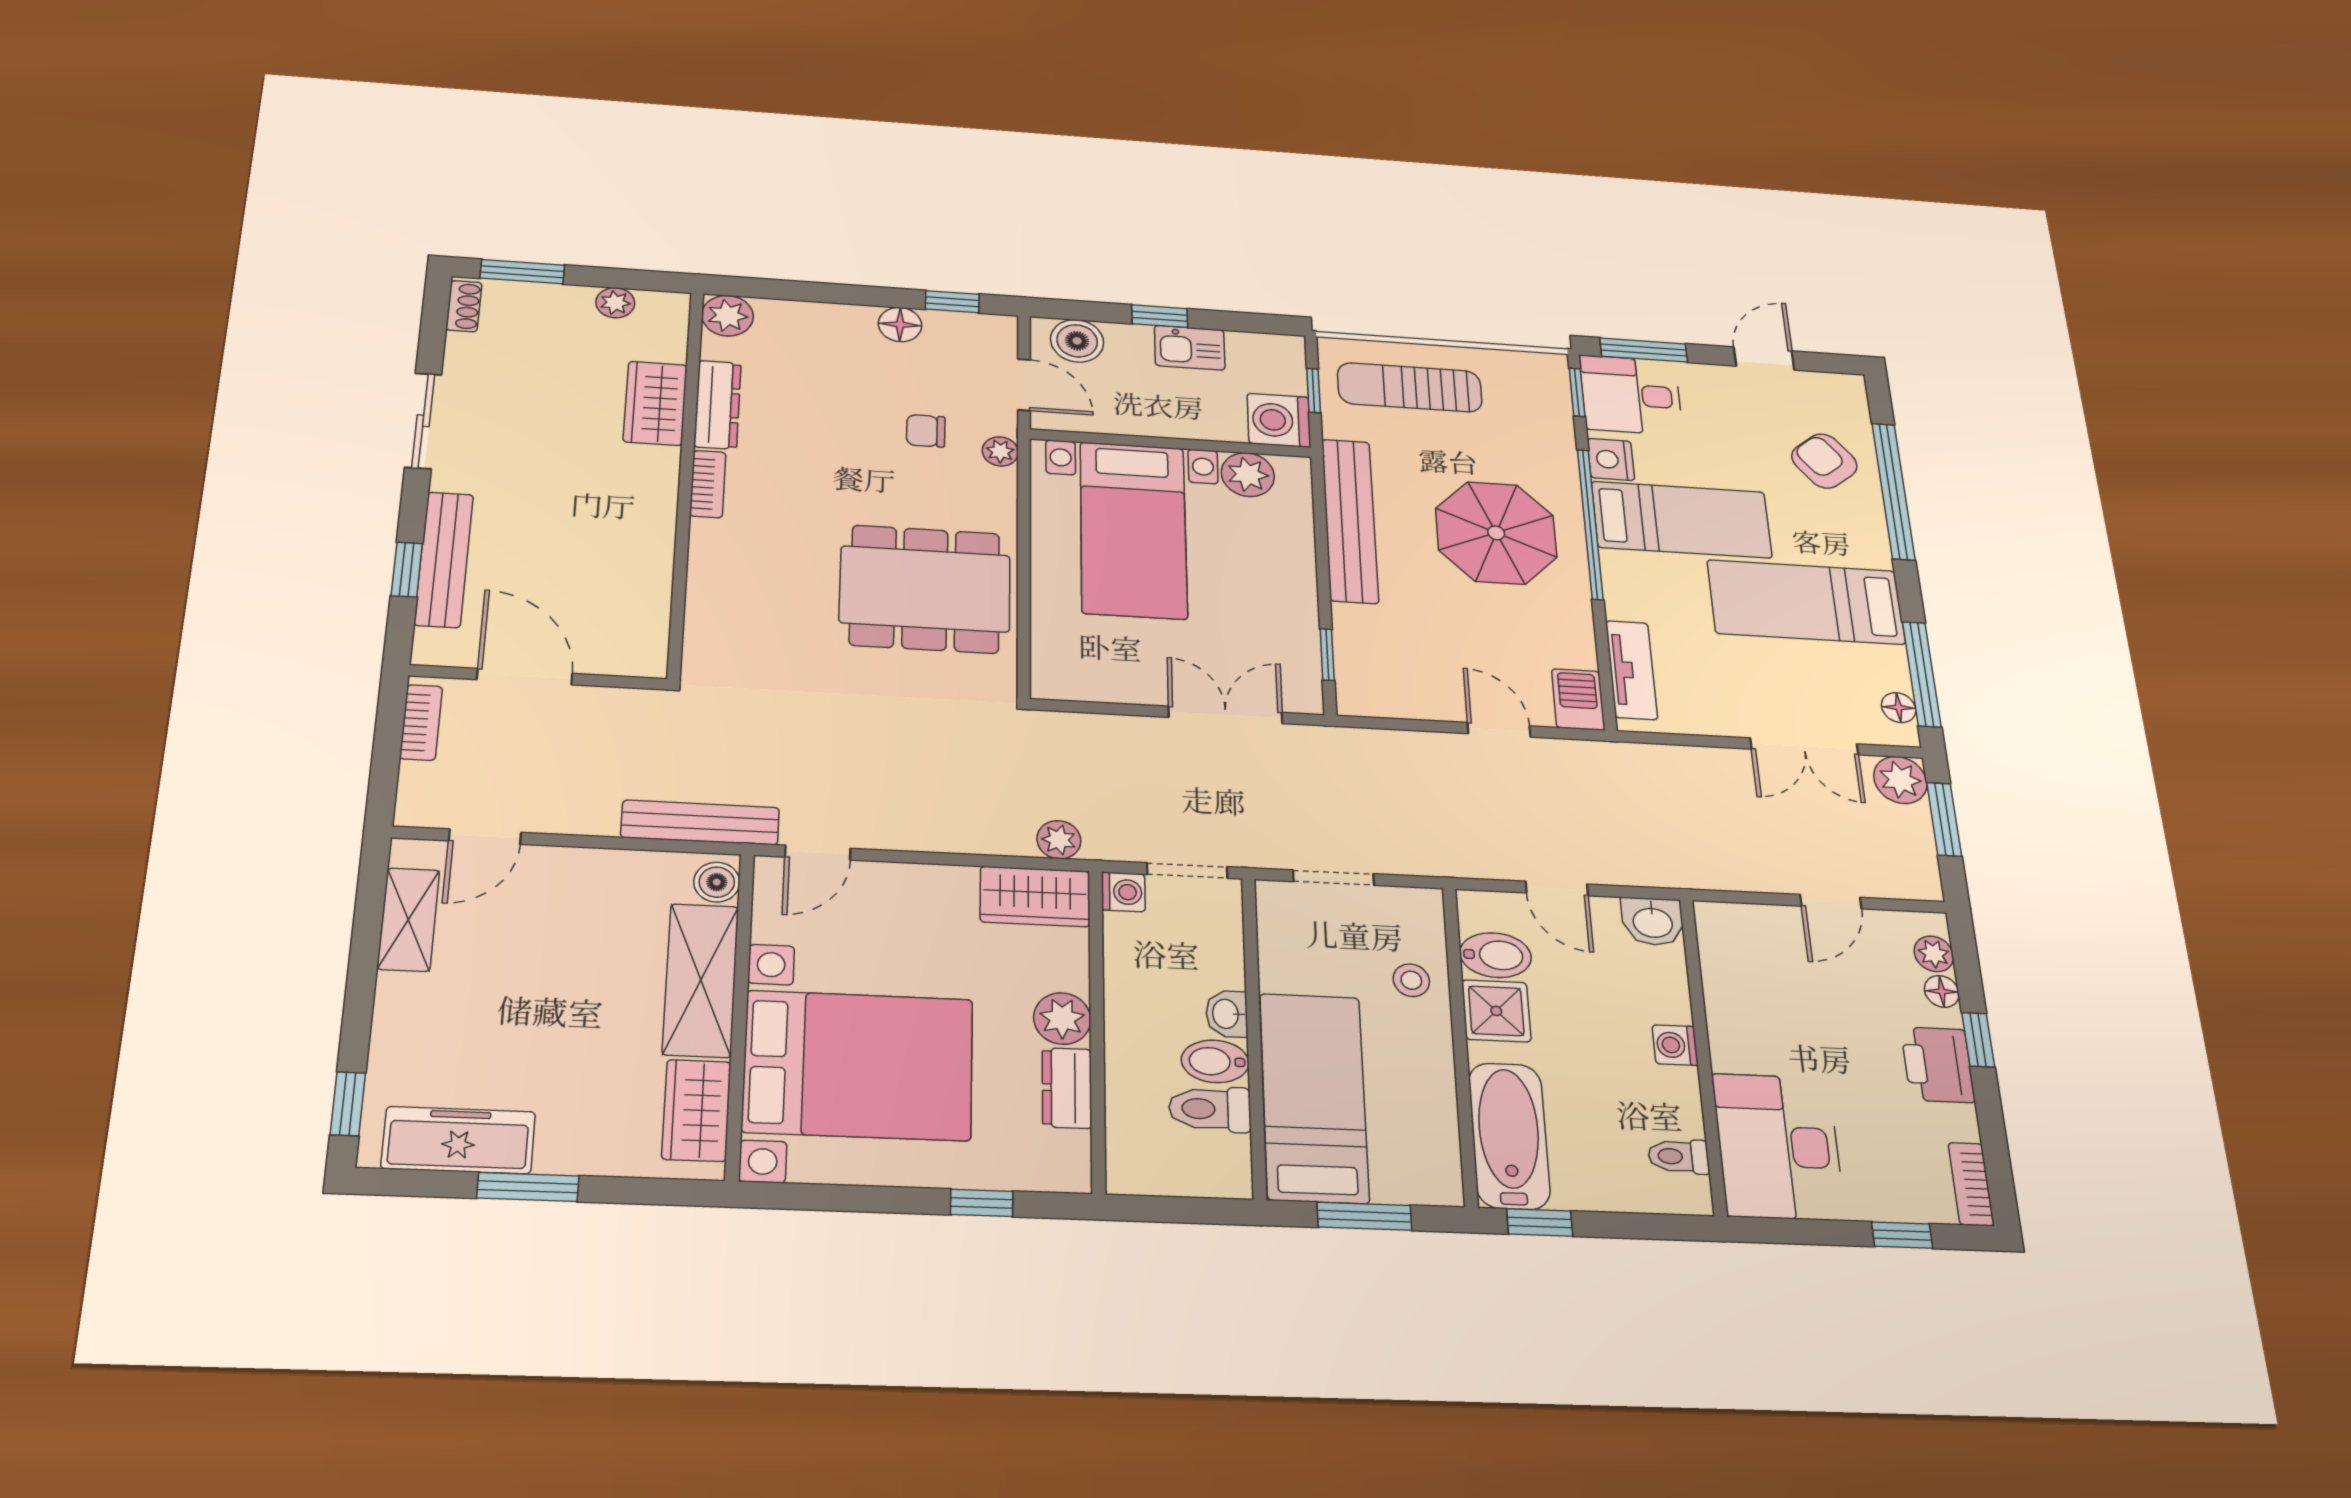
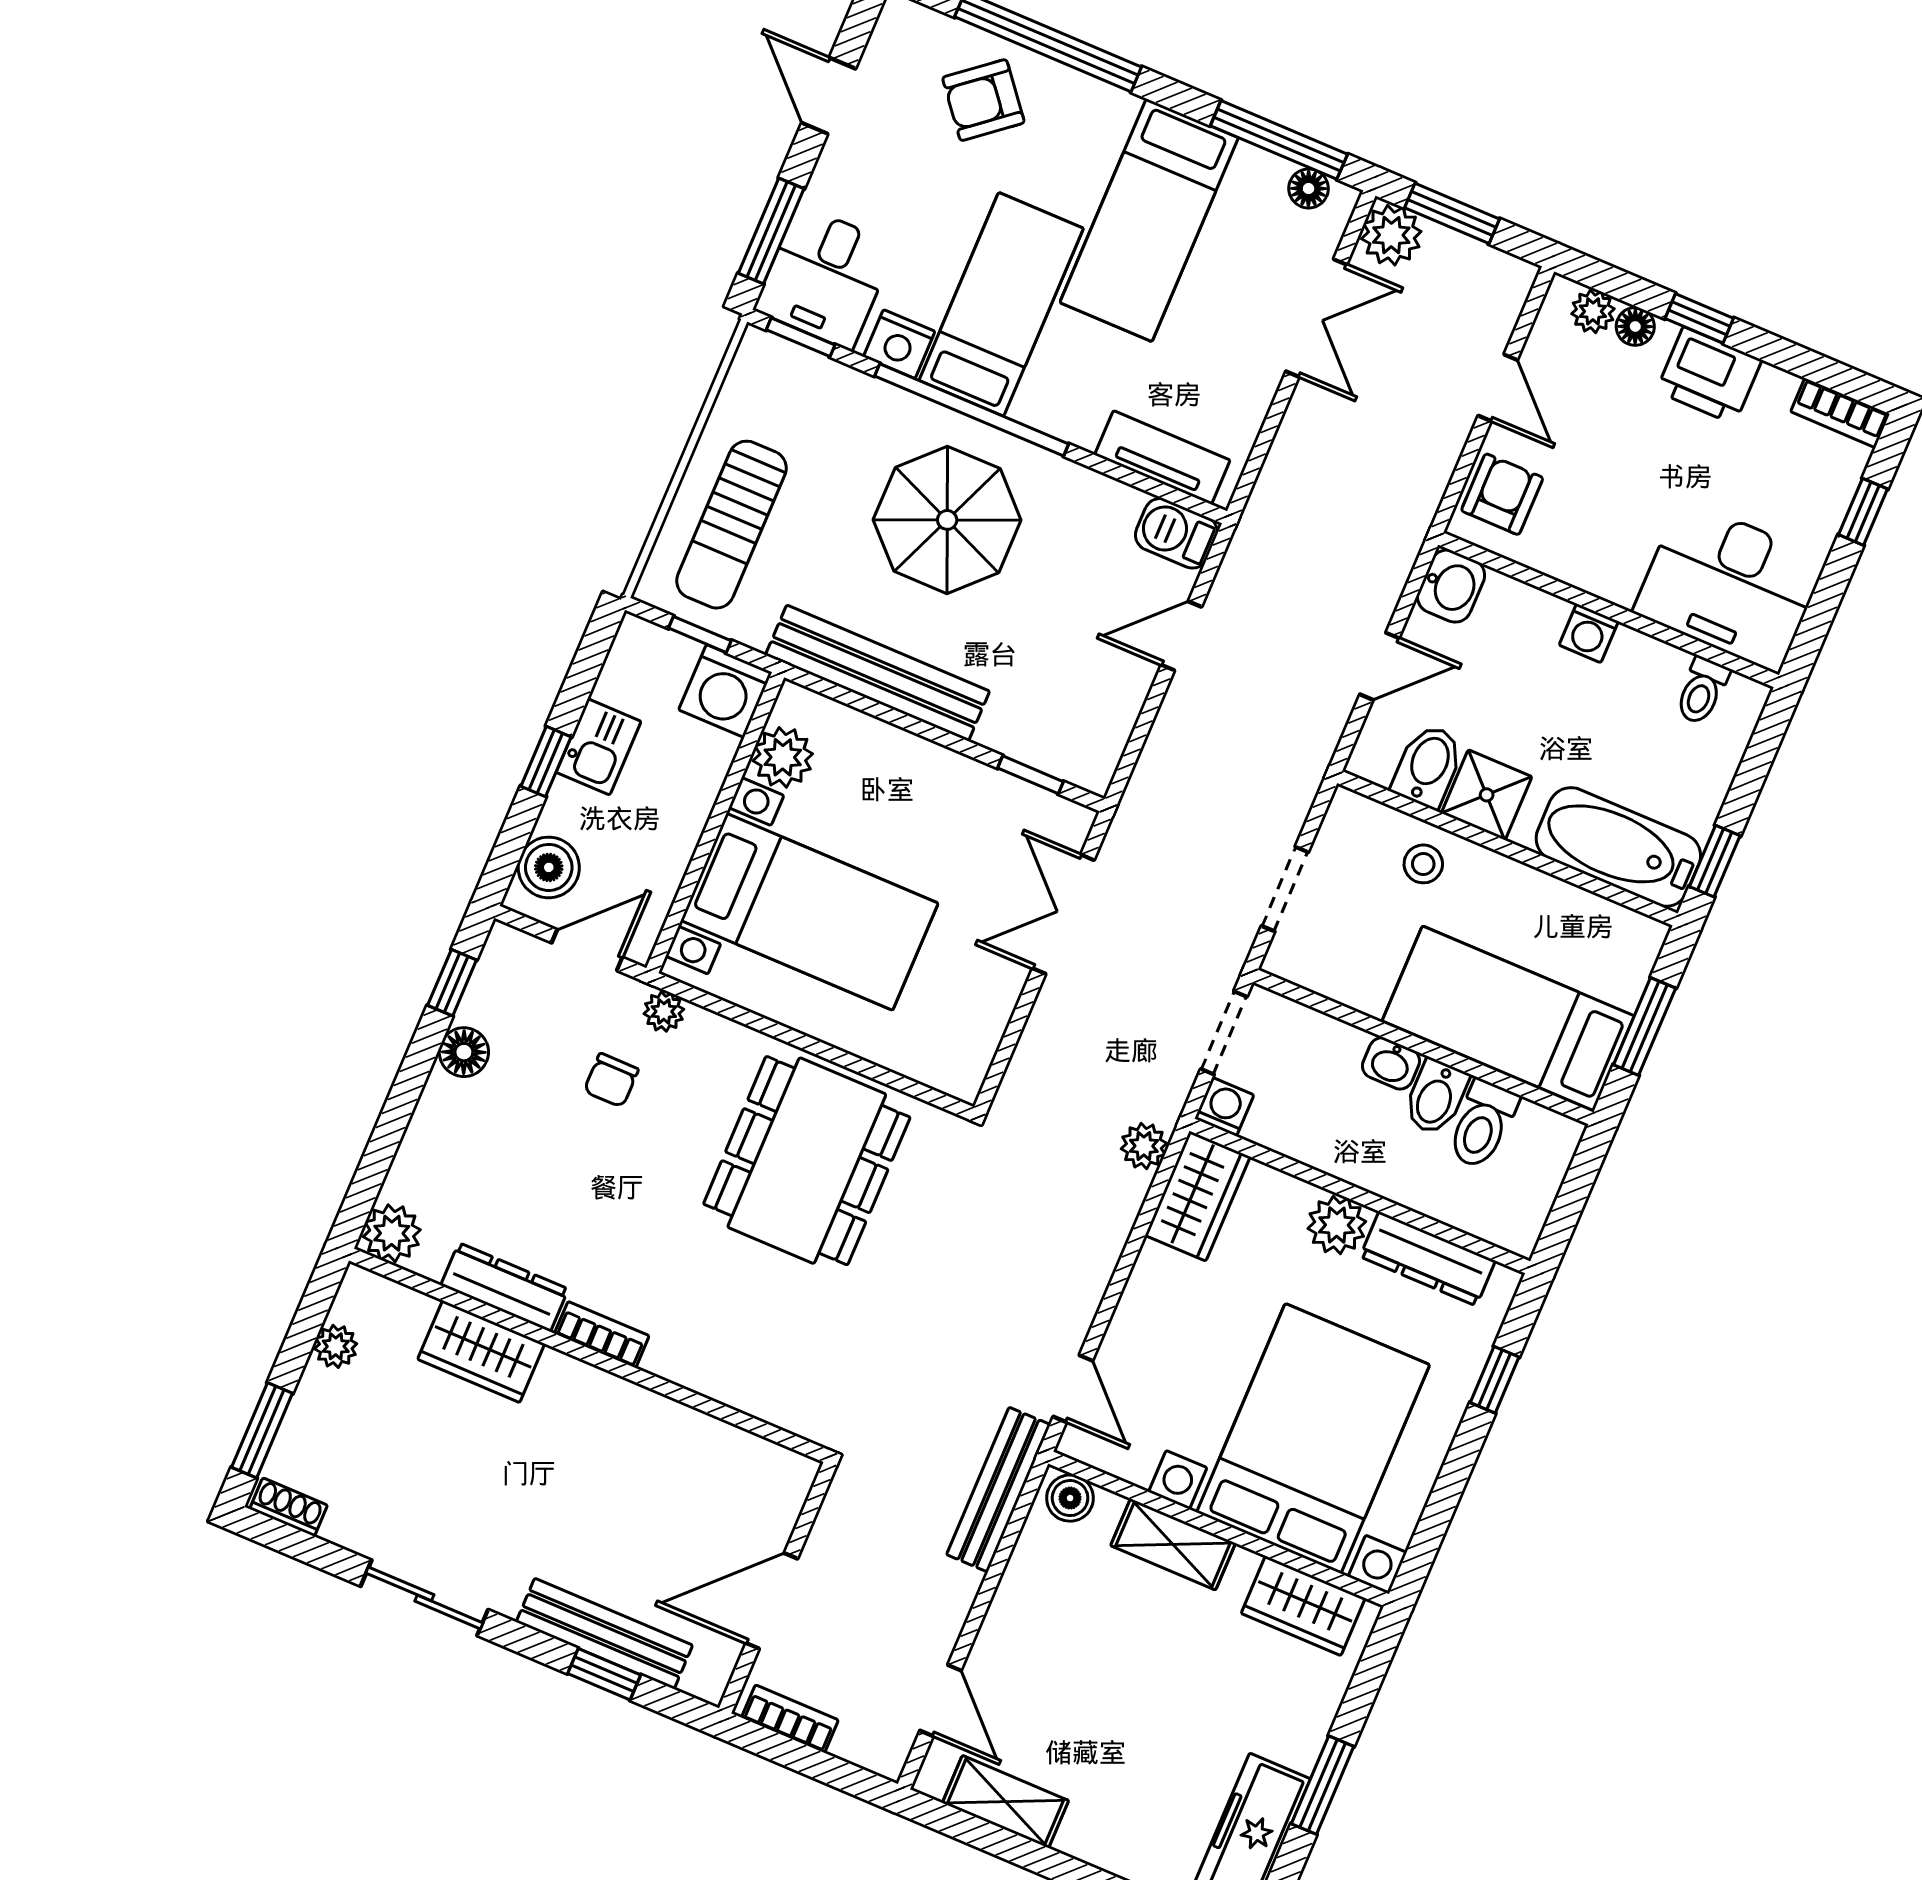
armchair: (1749, 935) -> (1502, 494), added
shelving: (701, 980) -> (1173, 1544), width x0.67, depth x0.75
dresser: (1067, 1088) -> (1428, 1259), width x1.44

